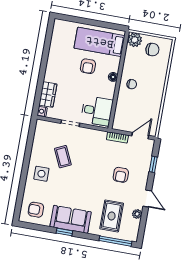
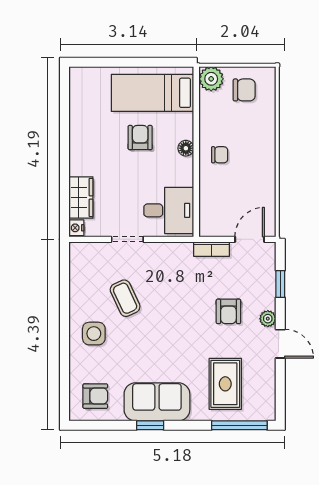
armchair: (88, 66) -> (140, 138), turned 180
armchair: (36, 210) -> (95, 396), turned 180
plant: (137, 214) -> (268, 319), moved

